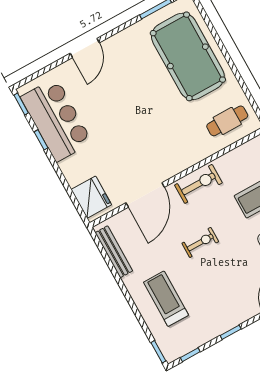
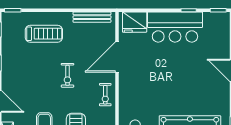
bar counter: (56, 120) -> (175, 27), moved
exercise bike: (198, 184) -> (105, 95), width x0.73, depth x0.72
door: (145, 195) -> (117, 57), hinge flipped

